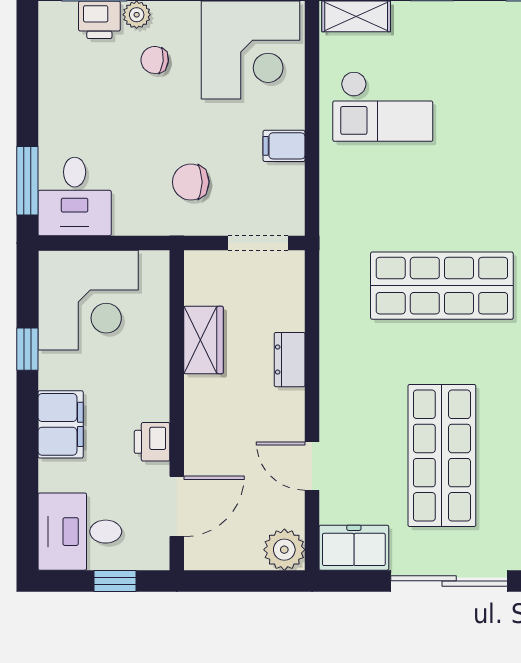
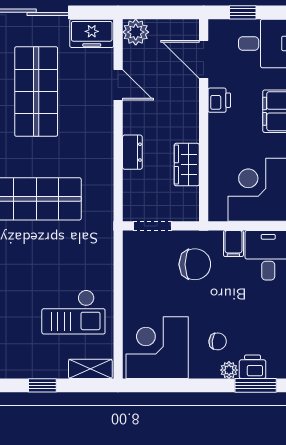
checkout: (383, 106) -> (73, 312), turned 180
filing cabinet: (284, 146) -> (233, 244), moved, turned 90
chair: (191, 182) -> (195, 264), width x1.37, depth x1.37
door: (177, 506) -> (204, 59), hinge flipped

